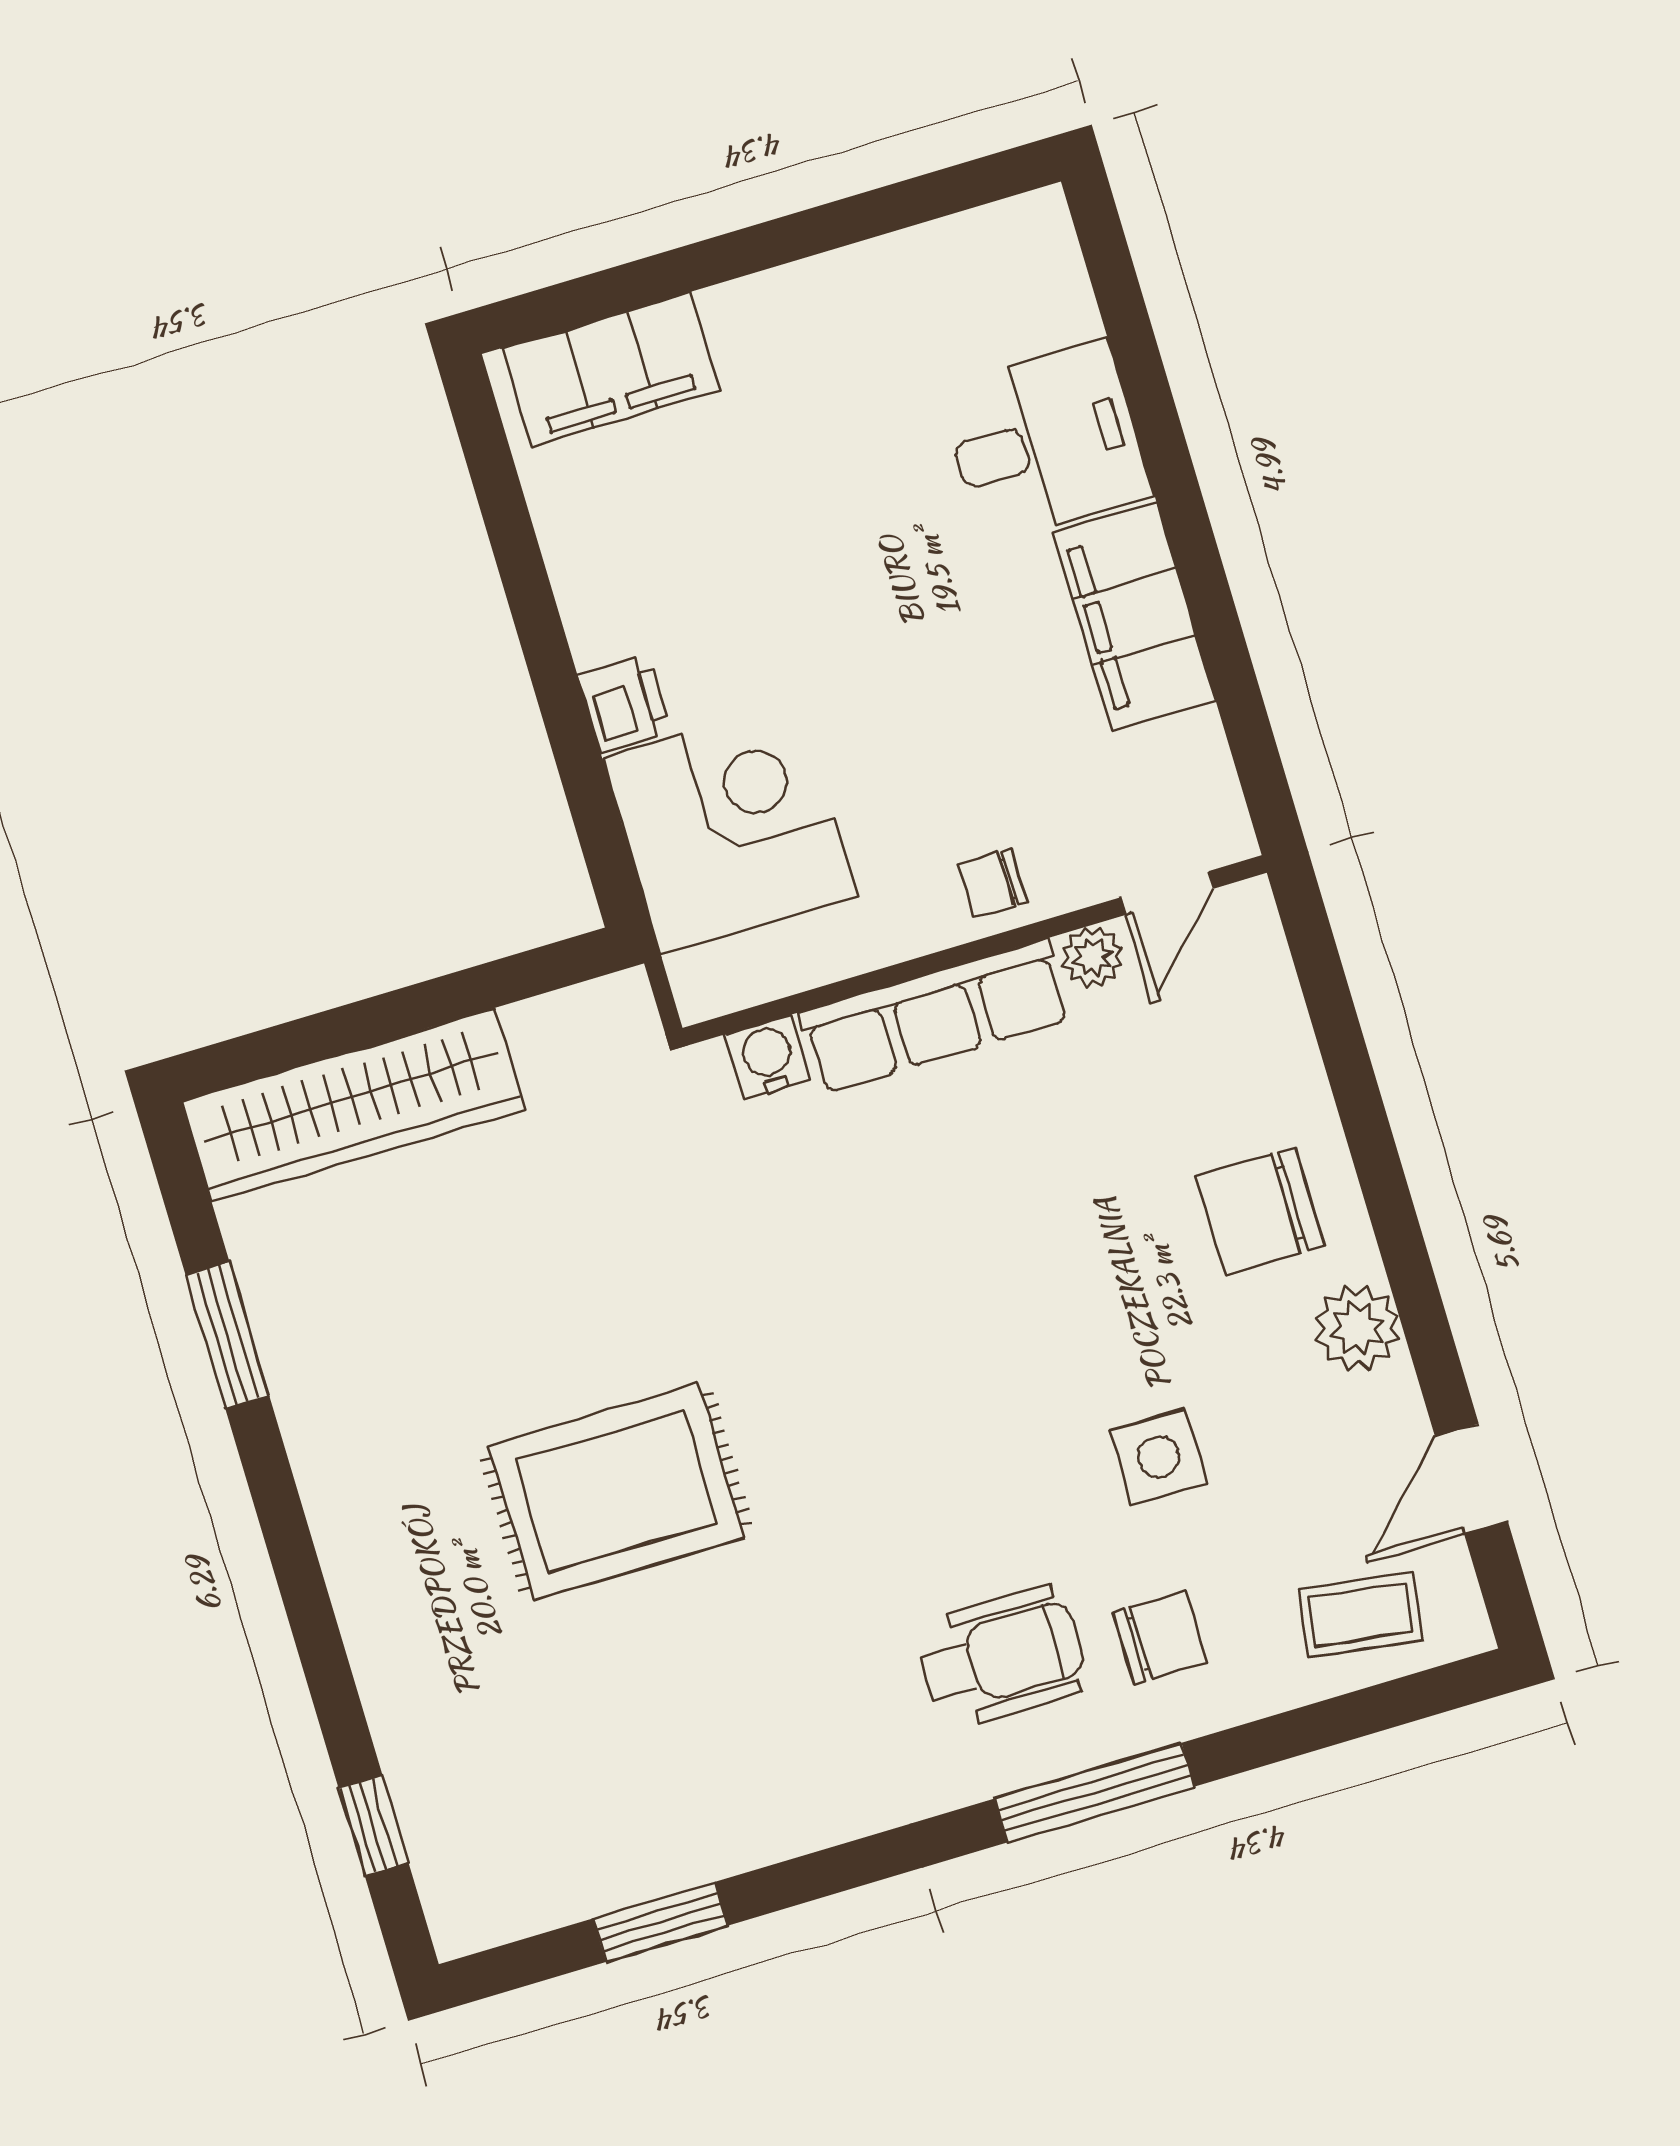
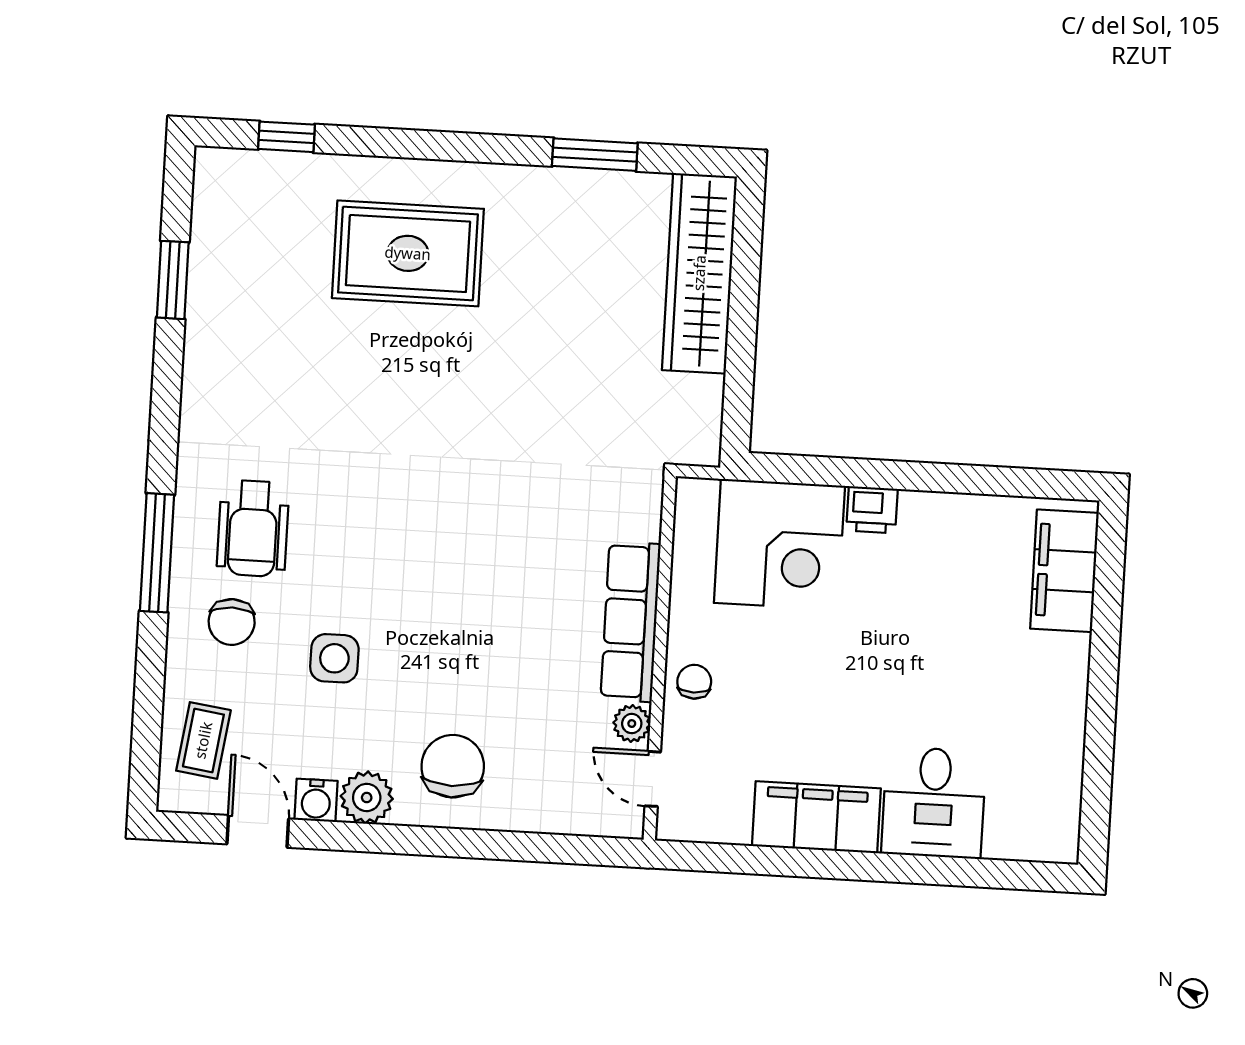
water cooler: (768, 1057) -> (316, 800), moved, turned 90
rug: (616, 1492) -> (408, 253), moved, turned 90

